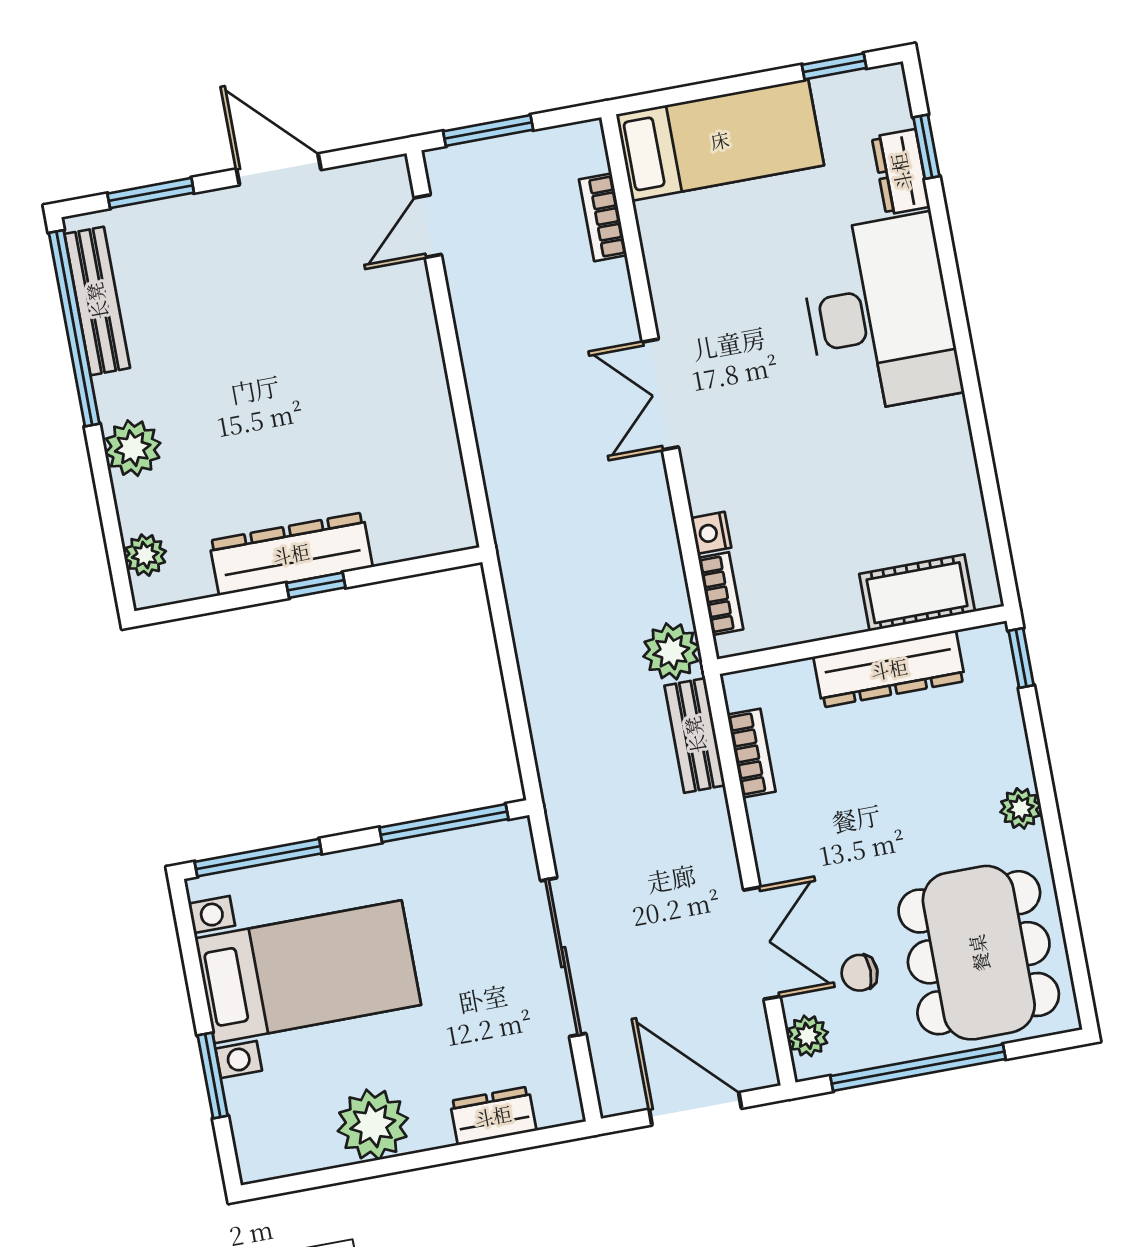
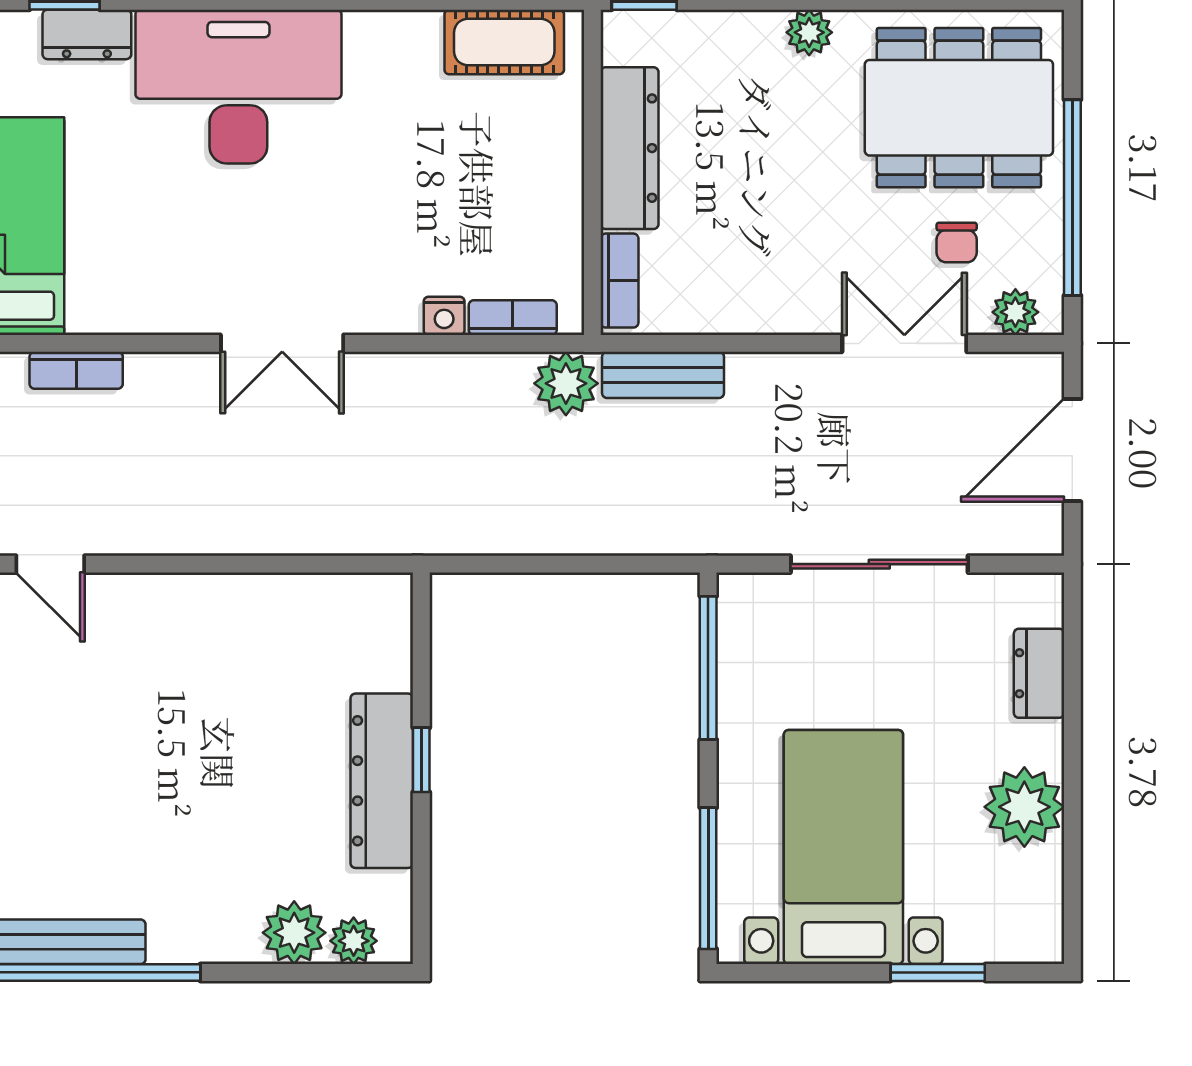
plant: (133, 448) -> (294, 933), moved
cot: (917, 593) -> (504, 42), moved, turned 90
bookcase: (751, 753) -> (619, 281), moved, turned 90

